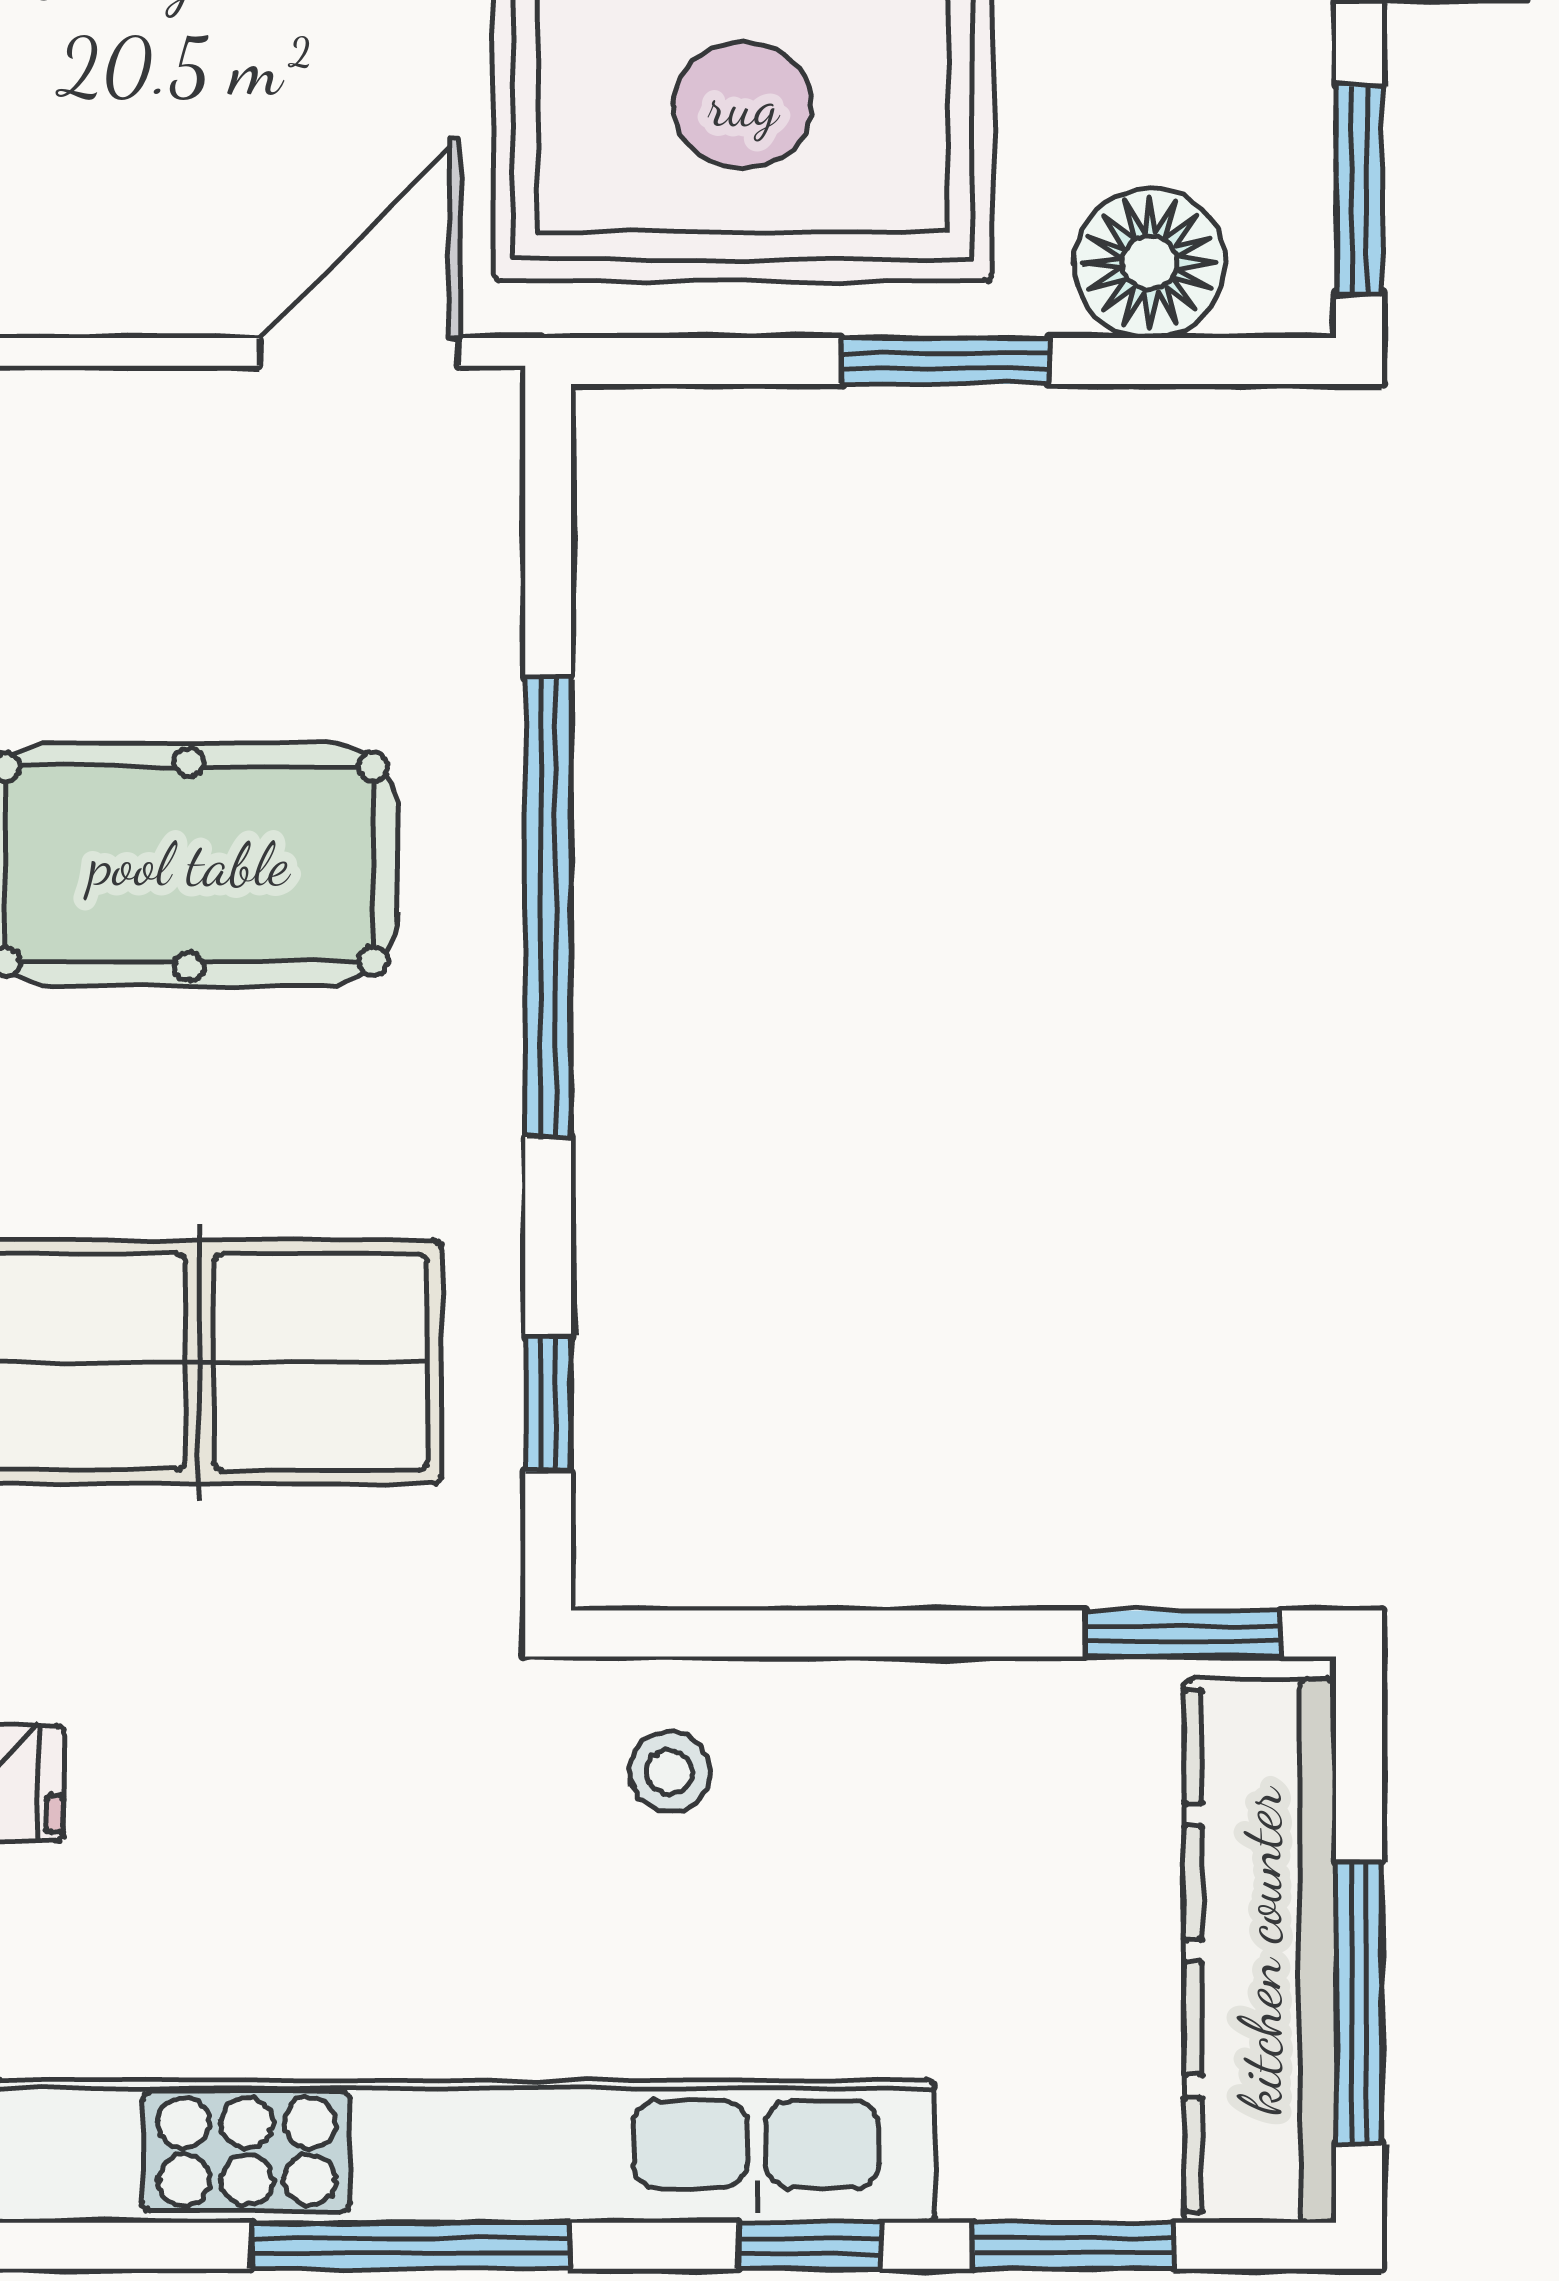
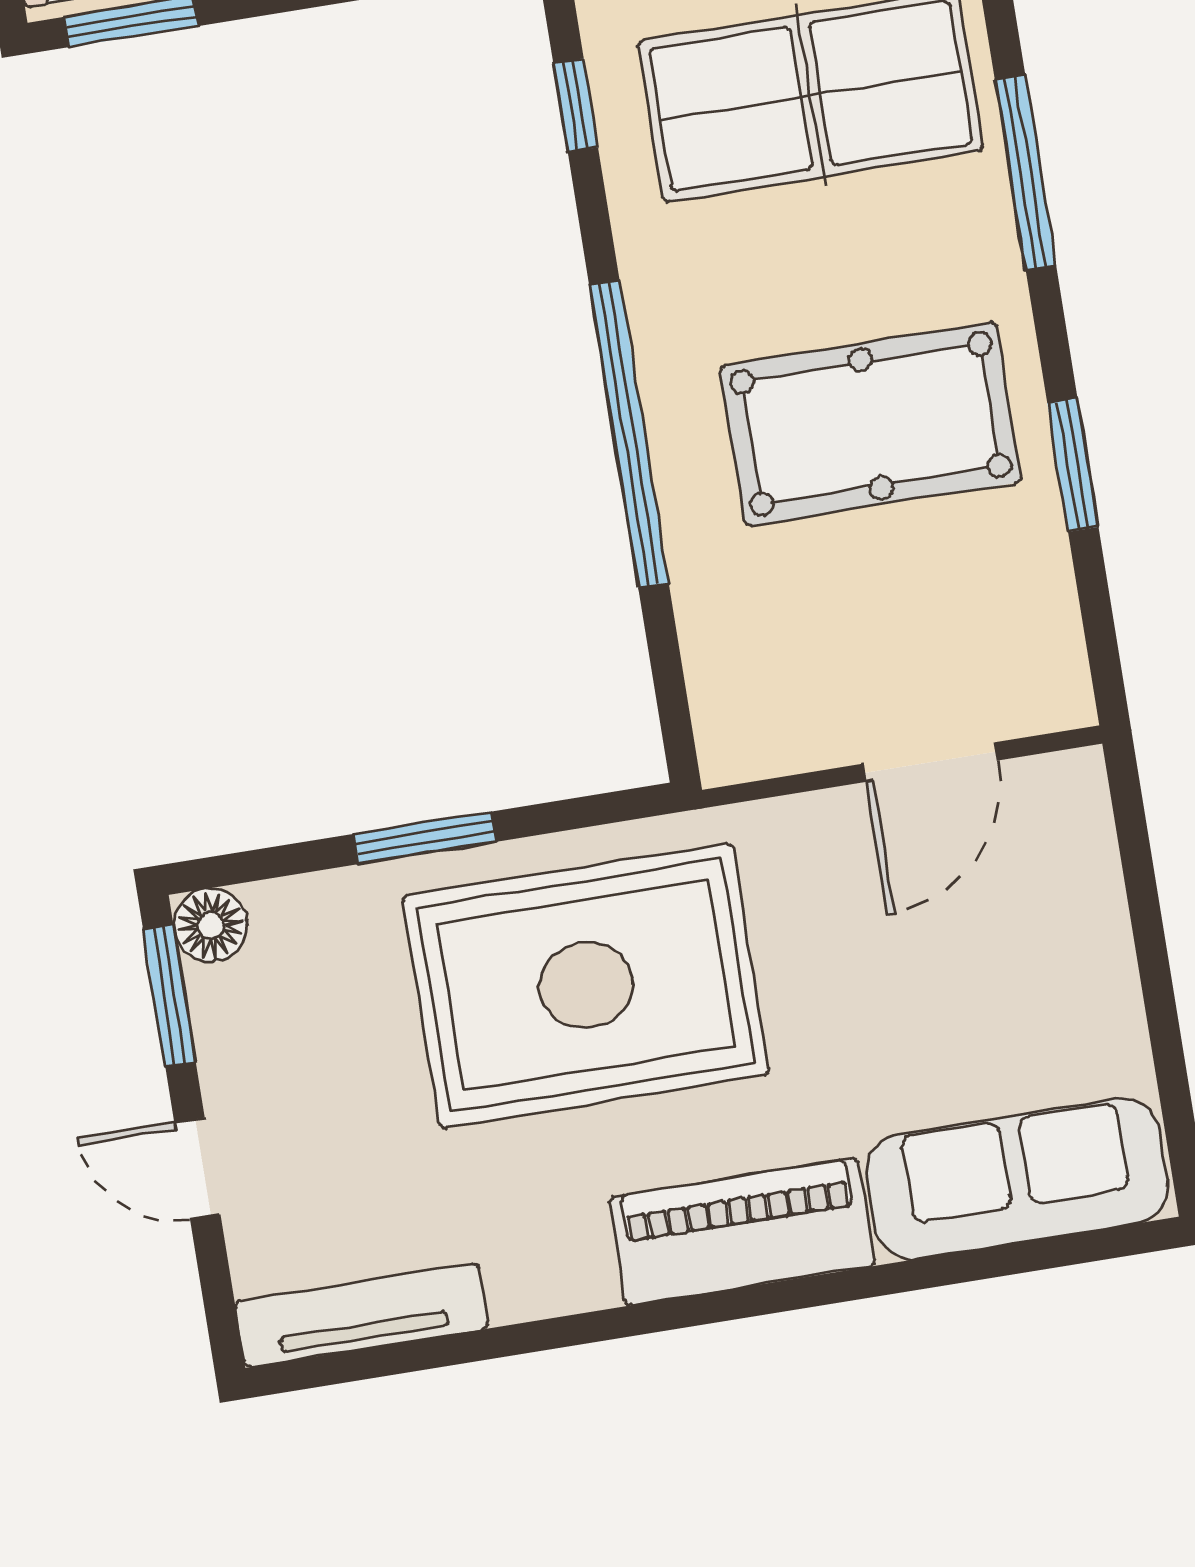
floor lamp: (1150, 263) -> (211, 925), moved, width x0.73, depth x0.73
door: (359, 352) -> (931, 762), moved

